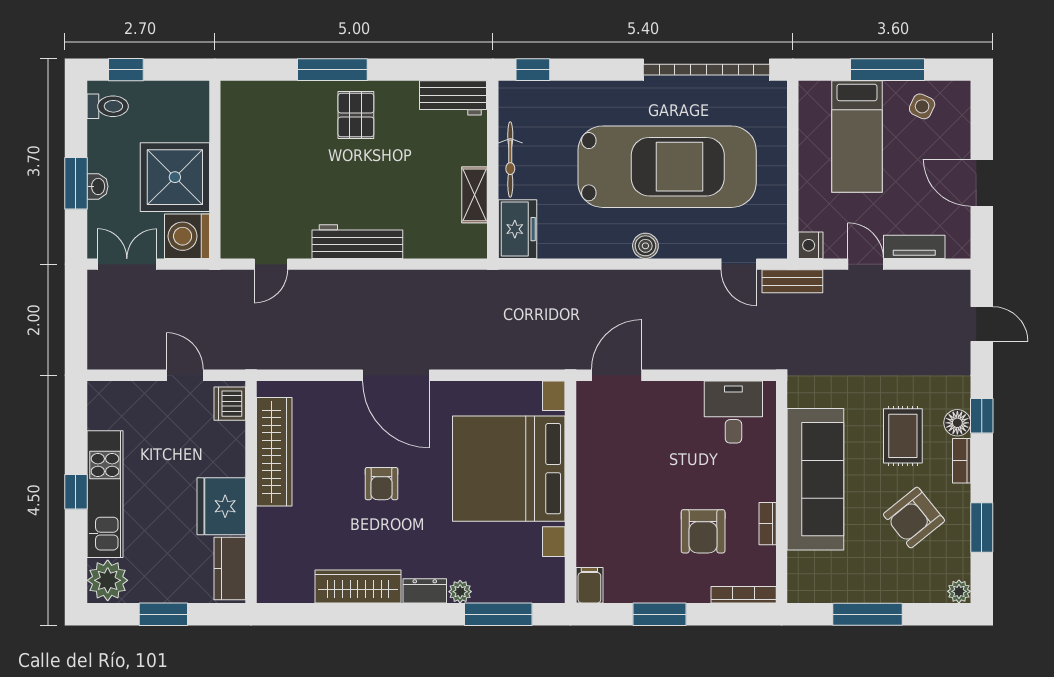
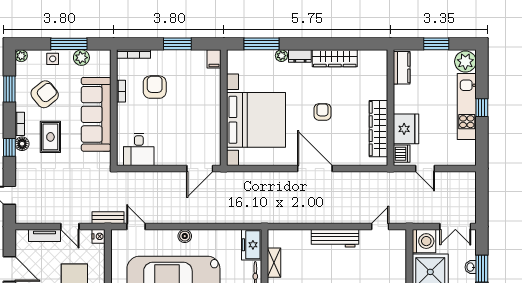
fridge: (221, 506) -> (406, 129), moved
side table: (899, 586) -> (53, 59), added
plant: (844, 588) -> (81, 58), added

